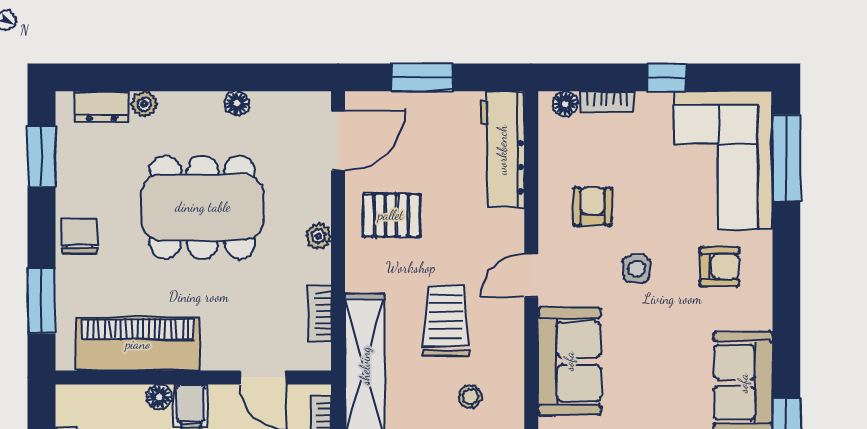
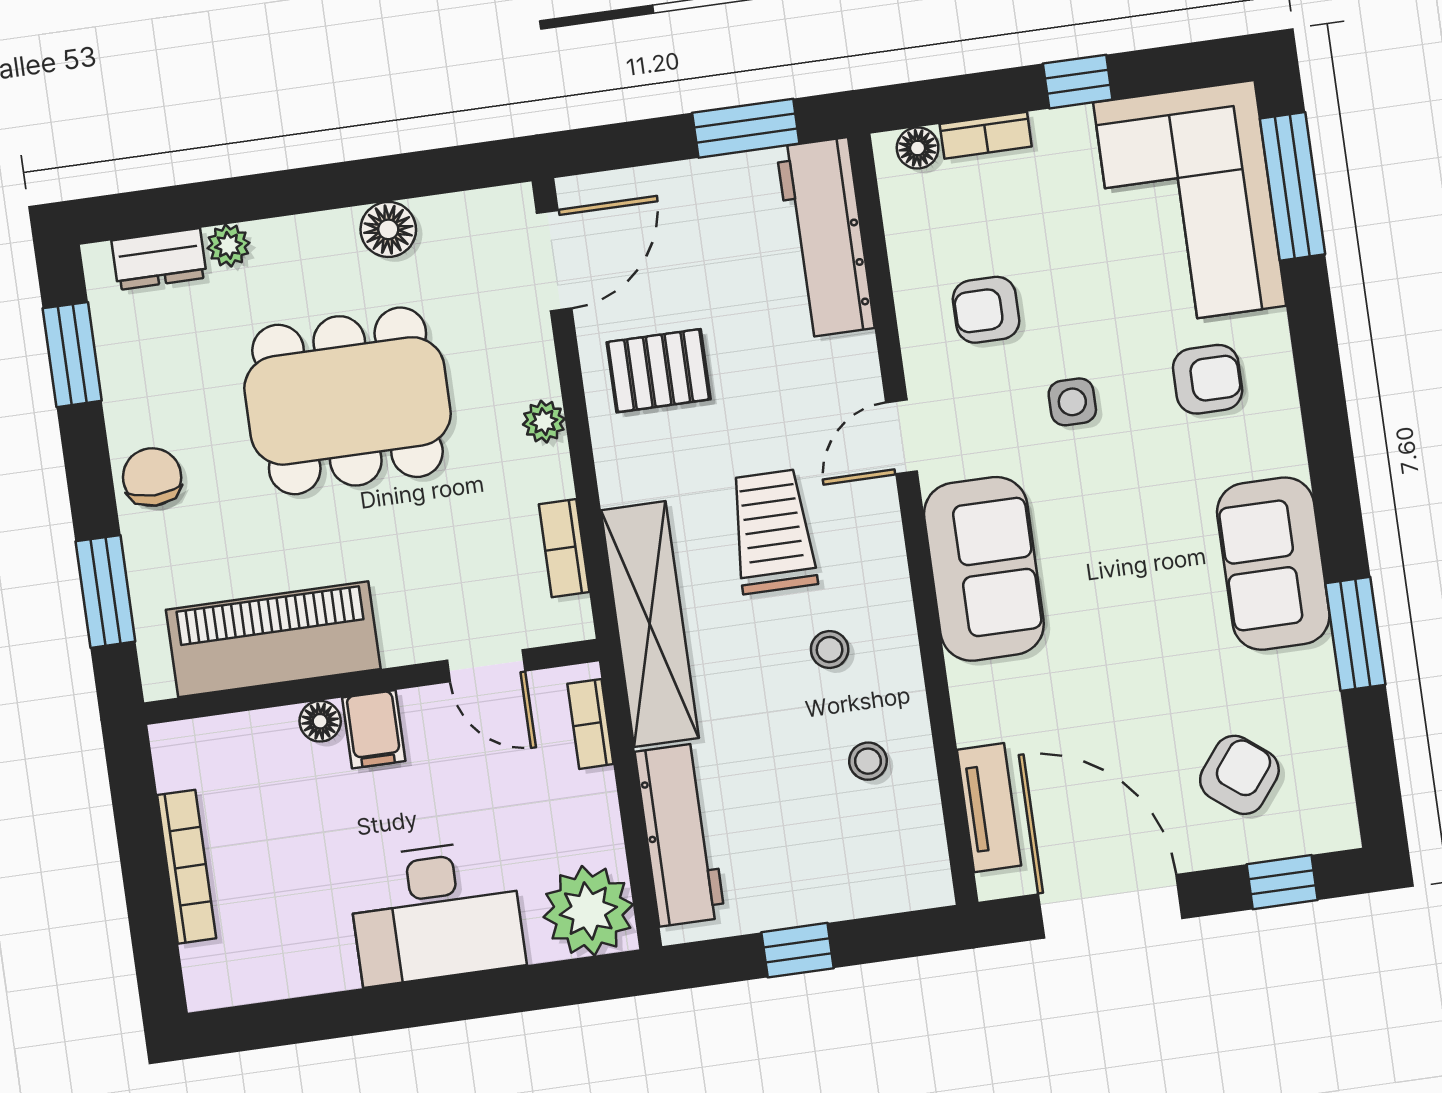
window: (422, 77) -> (746, 128), moved
floor lamp: (237, 103) -> (388, 229), width x1.37, depth x1.37
armchair: (593, 206) -> (986, 310), turned -90

